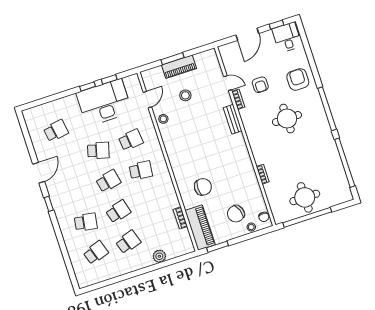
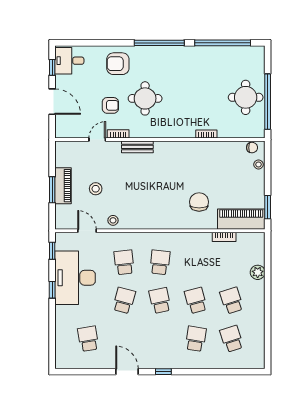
window: (109, 79) -> (52, 251), moved
round table: (287, 119) -> (145, 98), moved
chair: (236, 214) -> (239, 176), removed

